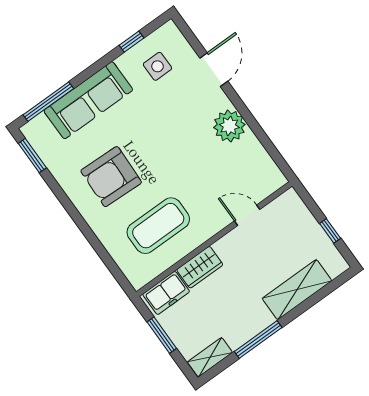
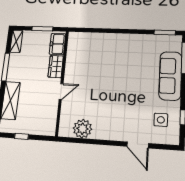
plant: (229, 126) -> (82, 129), moved
armchair: (111, 177) -> (127, 59), removed
door: (247, 215) -> (61, 92), moved
coffee table: (158, 226) -> (88, 63), removed

